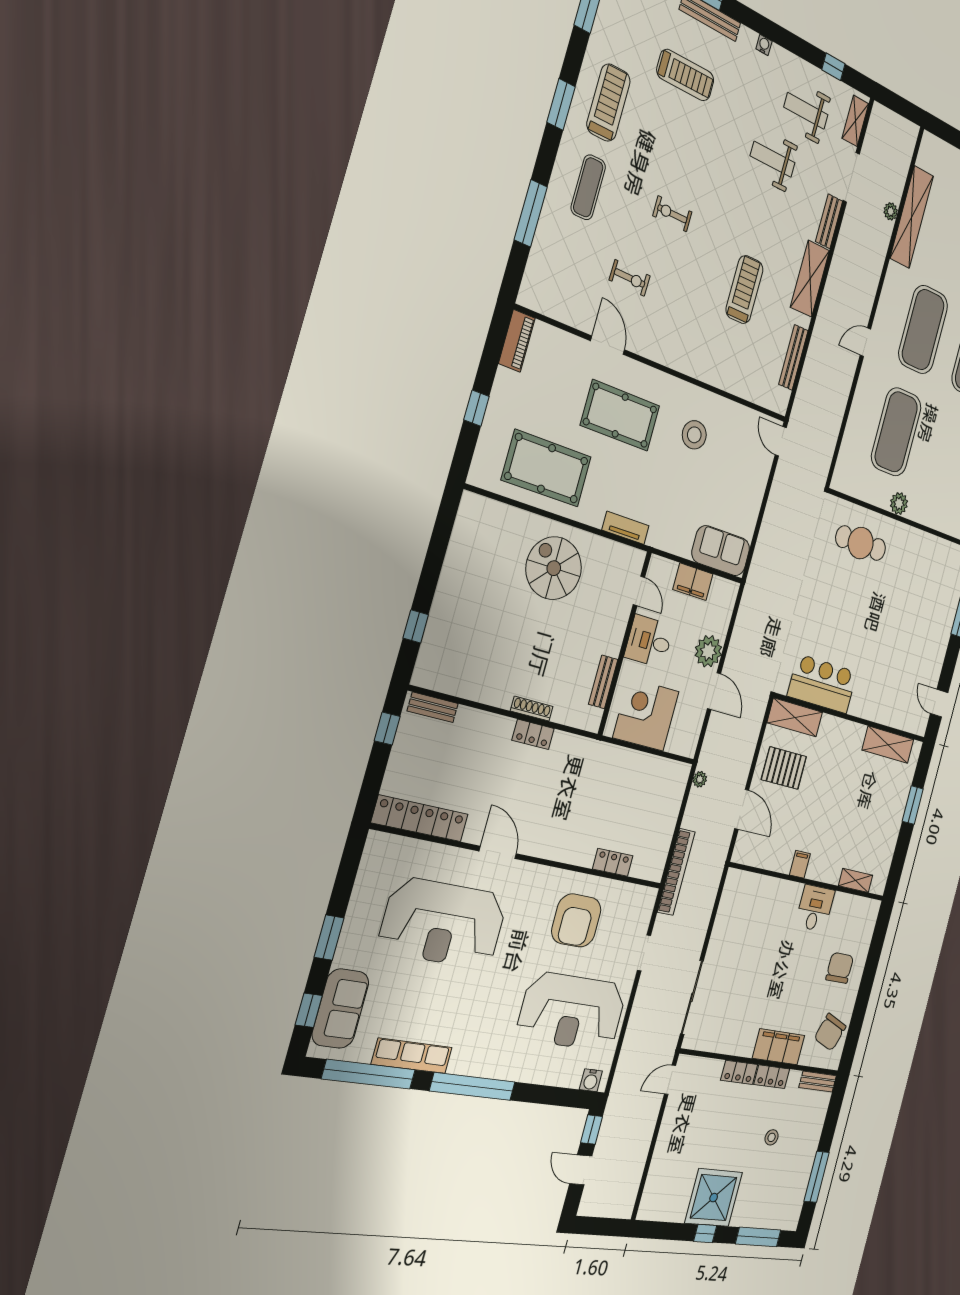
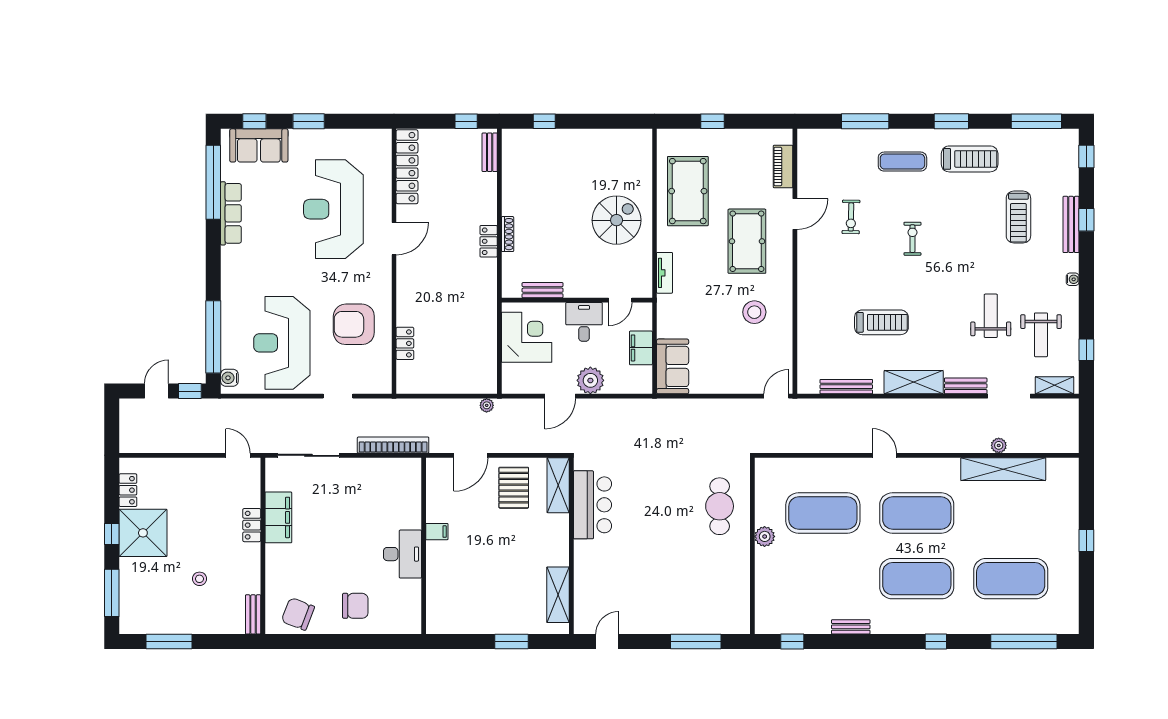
weight bench: (806, 111) -> (1041, 335), turned 180
piano: (517, 341) -> (783, 167), moved, turned 90
bookcase: (676, 872) -> (393, 445), moved, turned 180
shelving: (856, 881) -> (434, 598), removed
desk: (815, 908) -> (402, 554), width x1.37
filing cabinet: (779, 1047) -> (278, 517), moved
locker: (772, 1077) -> (128, 490), moved, turned 180
window: (473, 1086) -> (213, 337), moved

